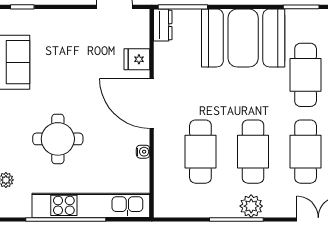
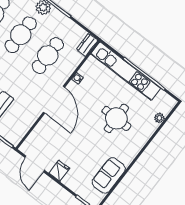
dresser: (163, 25) -> (87, 45), moved
fridge: (137, 59) -> (59, 171), moved, turned -90

